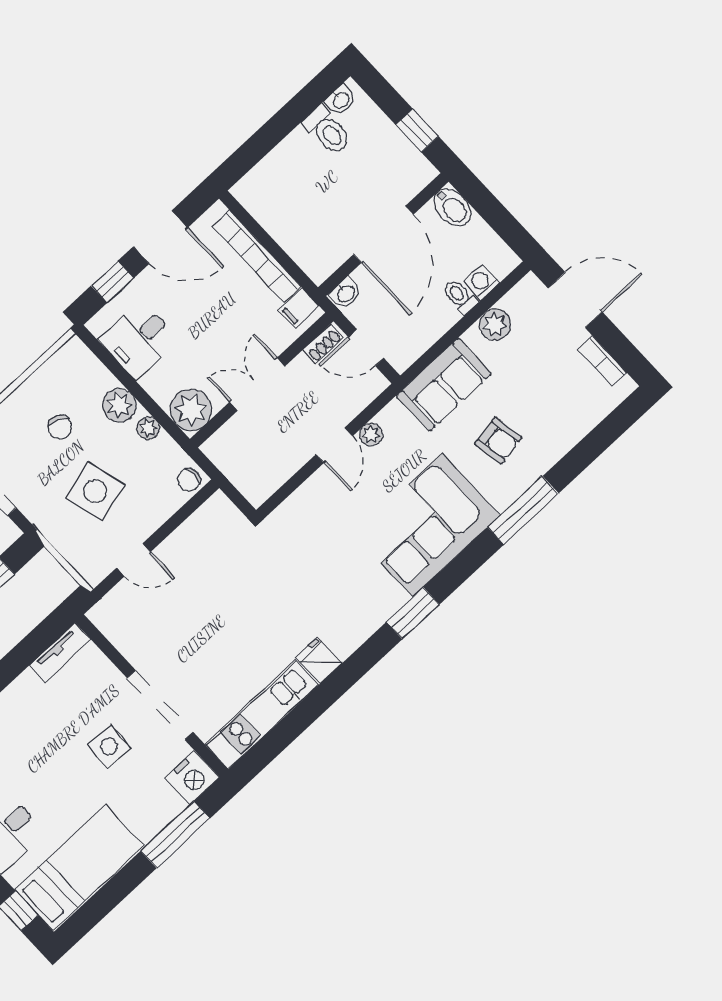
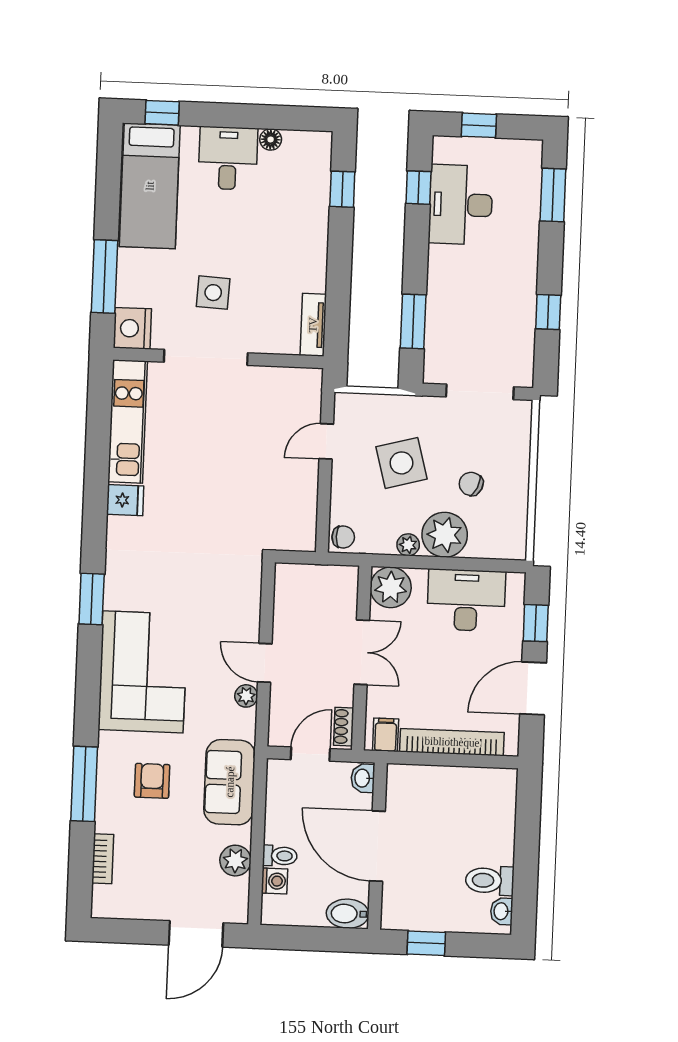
desk: (139, 340) -> (466, 600), width x1.37
bookcase: (602, 361) -> (103, 859), moved, turned 90
plant: (119, 405) -> (445, 535), width x1.36, depth x1.36
armchair: (498, 440) -> (152, 781), turned 100
chair: (189, 480) -> (343, 537), turned 90
window: (523, 510) -> (84, 784), moved

